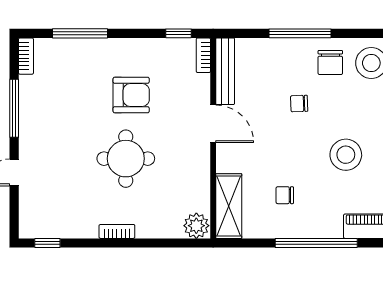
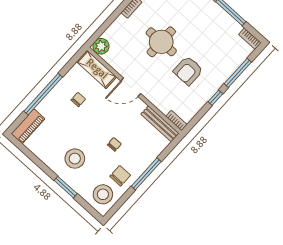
window: (178, 33) -> (215, 98), moved
chair: (330, 62) -> (120, 176), turned 90
door: (213, 124) -> (131, 87), moved
stool: (346, 155) -> (75, 159), moved

